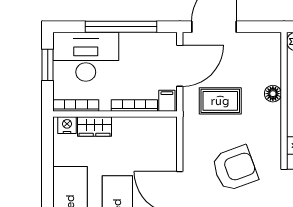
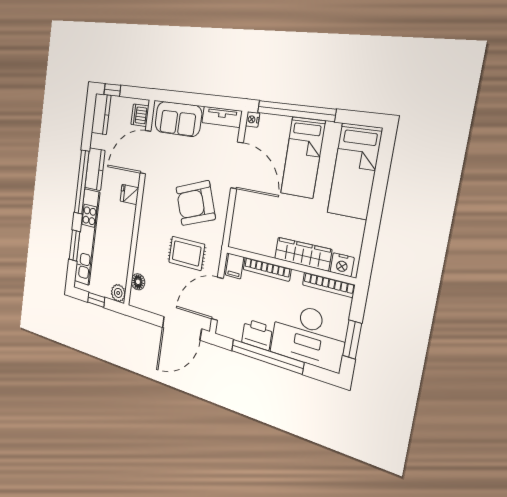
printer: (134, 44) -> (257, 335), added
floor lamp: (273, 94) -> (138, 282), moved
wardrobe: (95, 126) -> (303, 254), width x1.50
armchair: (235, 168) -> (195, 203), moved

